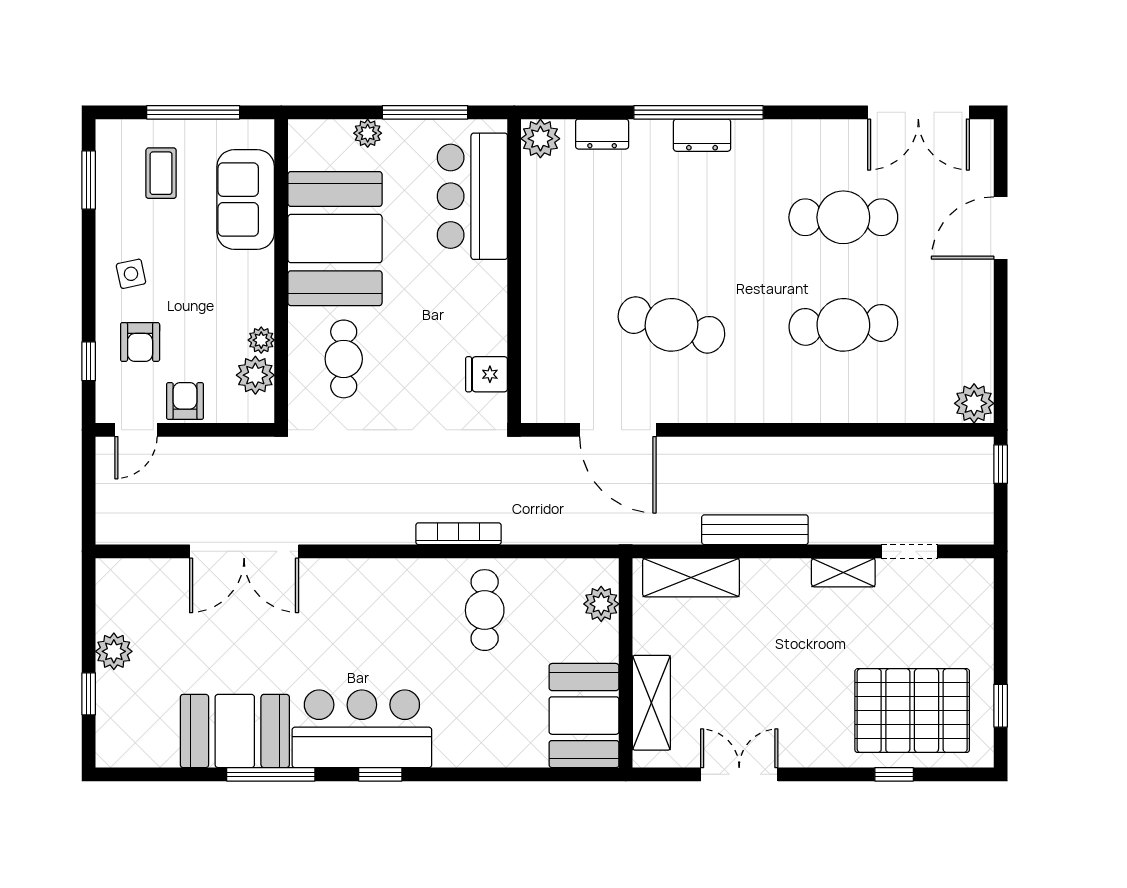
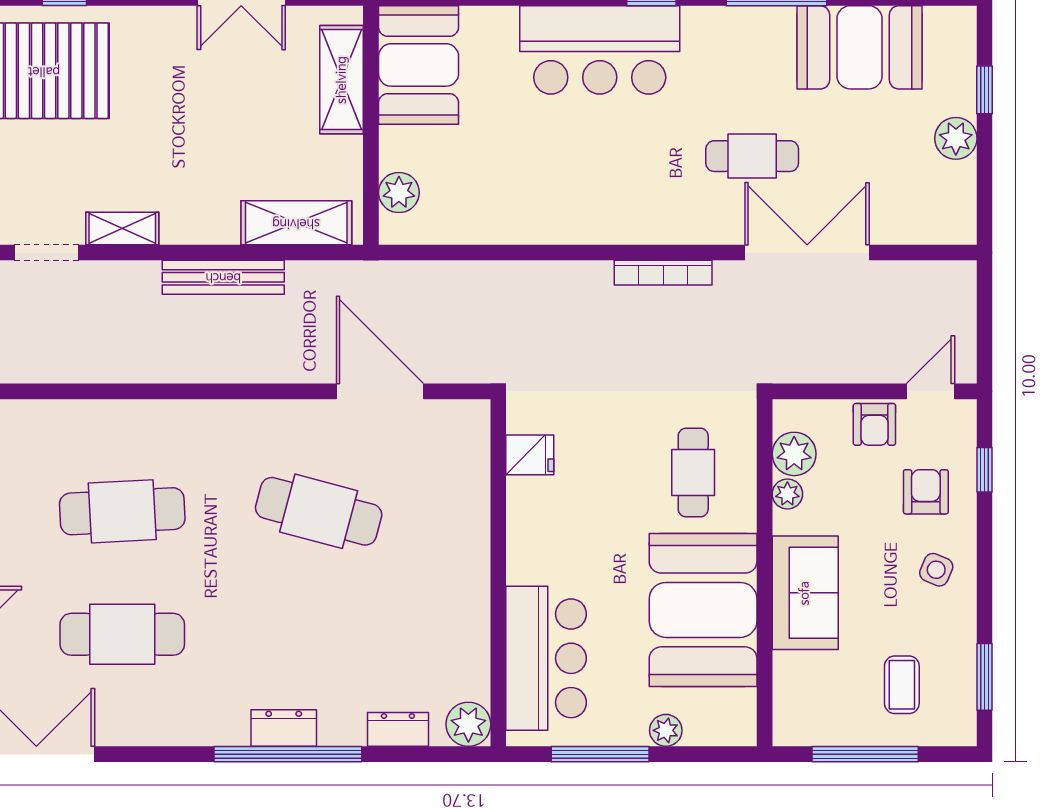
sofa: (246, 199) -> (805, 593), moved
side table: (131, 274) -> (936, 570), turned 35
bookcase: (458, 534) -> (663, 273), moved
cafe table: (485, 610) -> (752, 156), moved, turned 90
bar counter: (362, 729) -> (600, 50), moved
booth: (235, 731) -> (860, 47), moved

